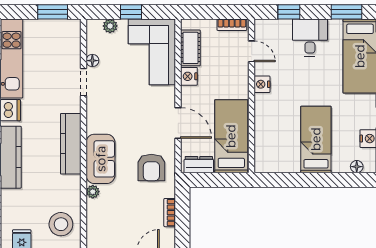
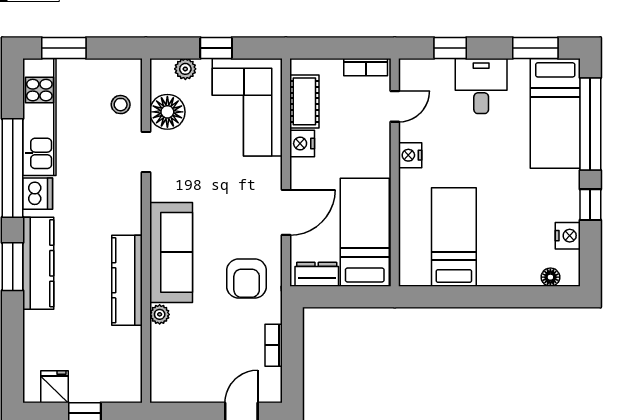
window: (53, 12) -> (64, 48), moved
door: (252, 51) -> (395, 106), hinge flipped
floor lamp: (92, 61) -> (167, 112), width x1.89, depth x1.89
door: (178, 123) -> (286, 212), hinge flipped
bed: (316, 139) -> (454, 237), moved
kitchen counter: (71, 144) -> (127, 280), moved
sofa: (101, 159) -> (171, 252), width x1.36
stool: (61, 224) -> (121, 105), moved, width x0.53, depth x0.53

